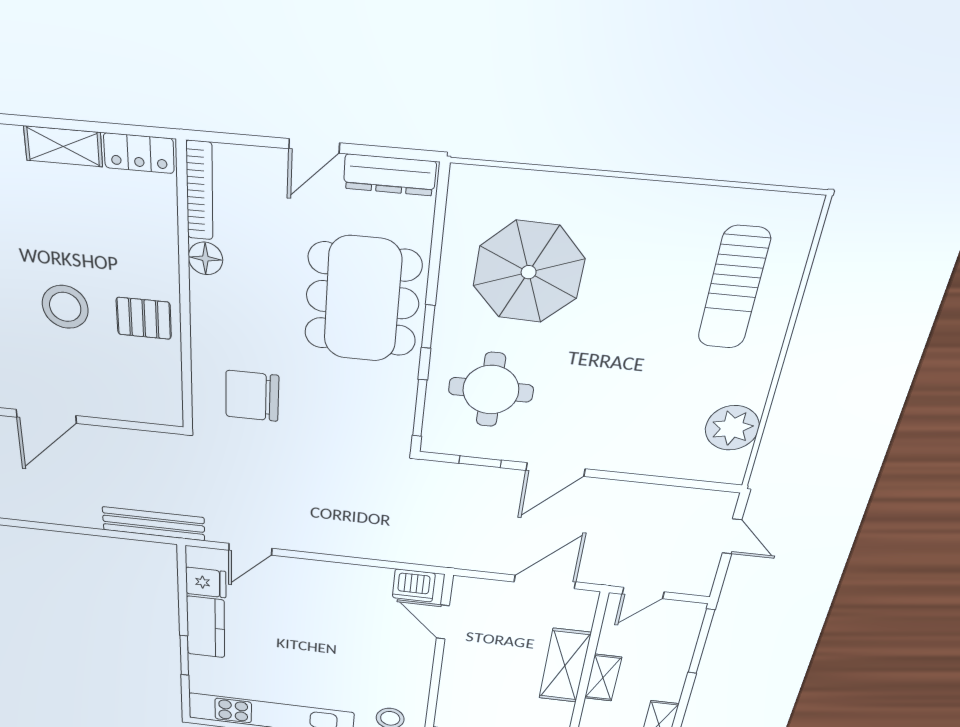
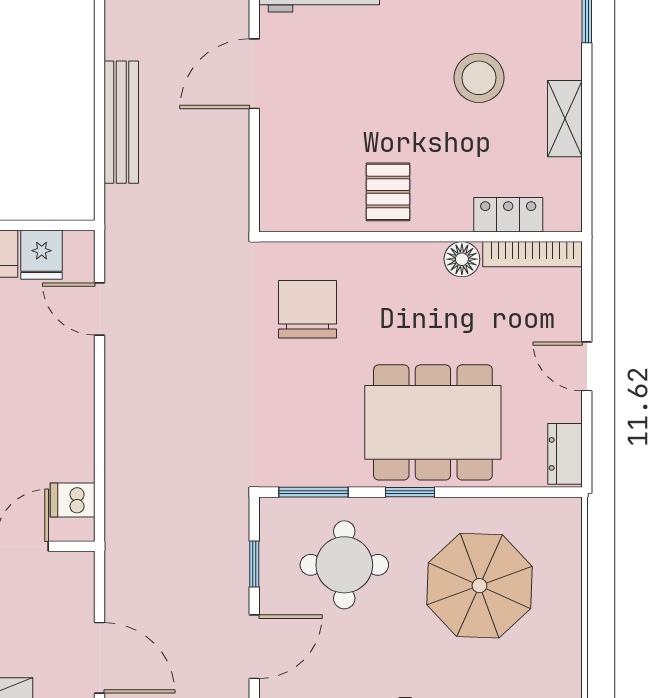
locker: (139, 153) -> (508, 215), moved, turned 90
dresser: (390, 175) -> (565, 454), width x0.70
stool: (65, 307) -> (479, 78), moved
door: (46, 416) -> (254, 74), hinge flipped
door: (555, 470) -> (254, 647), swing flipped
bench: (154, 524) -> (121, 122), moved
dishwasher: (414, 586) -> (73, 500), width x0.73

